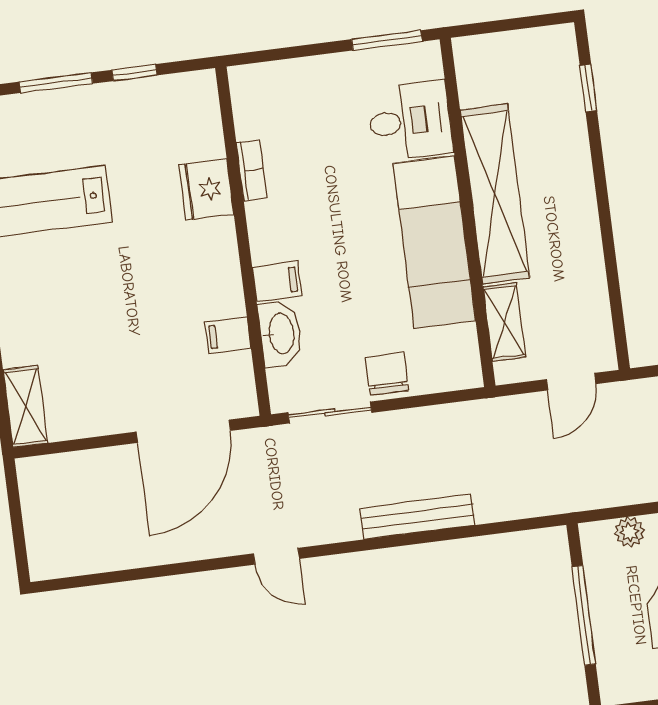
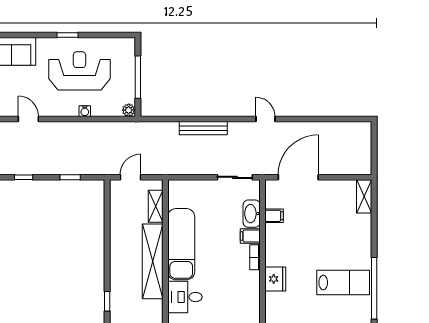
bookcase: (252, 170) -> (255, 257), moved
chair: (387, 374) -> (208, 191), removed
plant: (629, 532) -> (129, 110), moved

